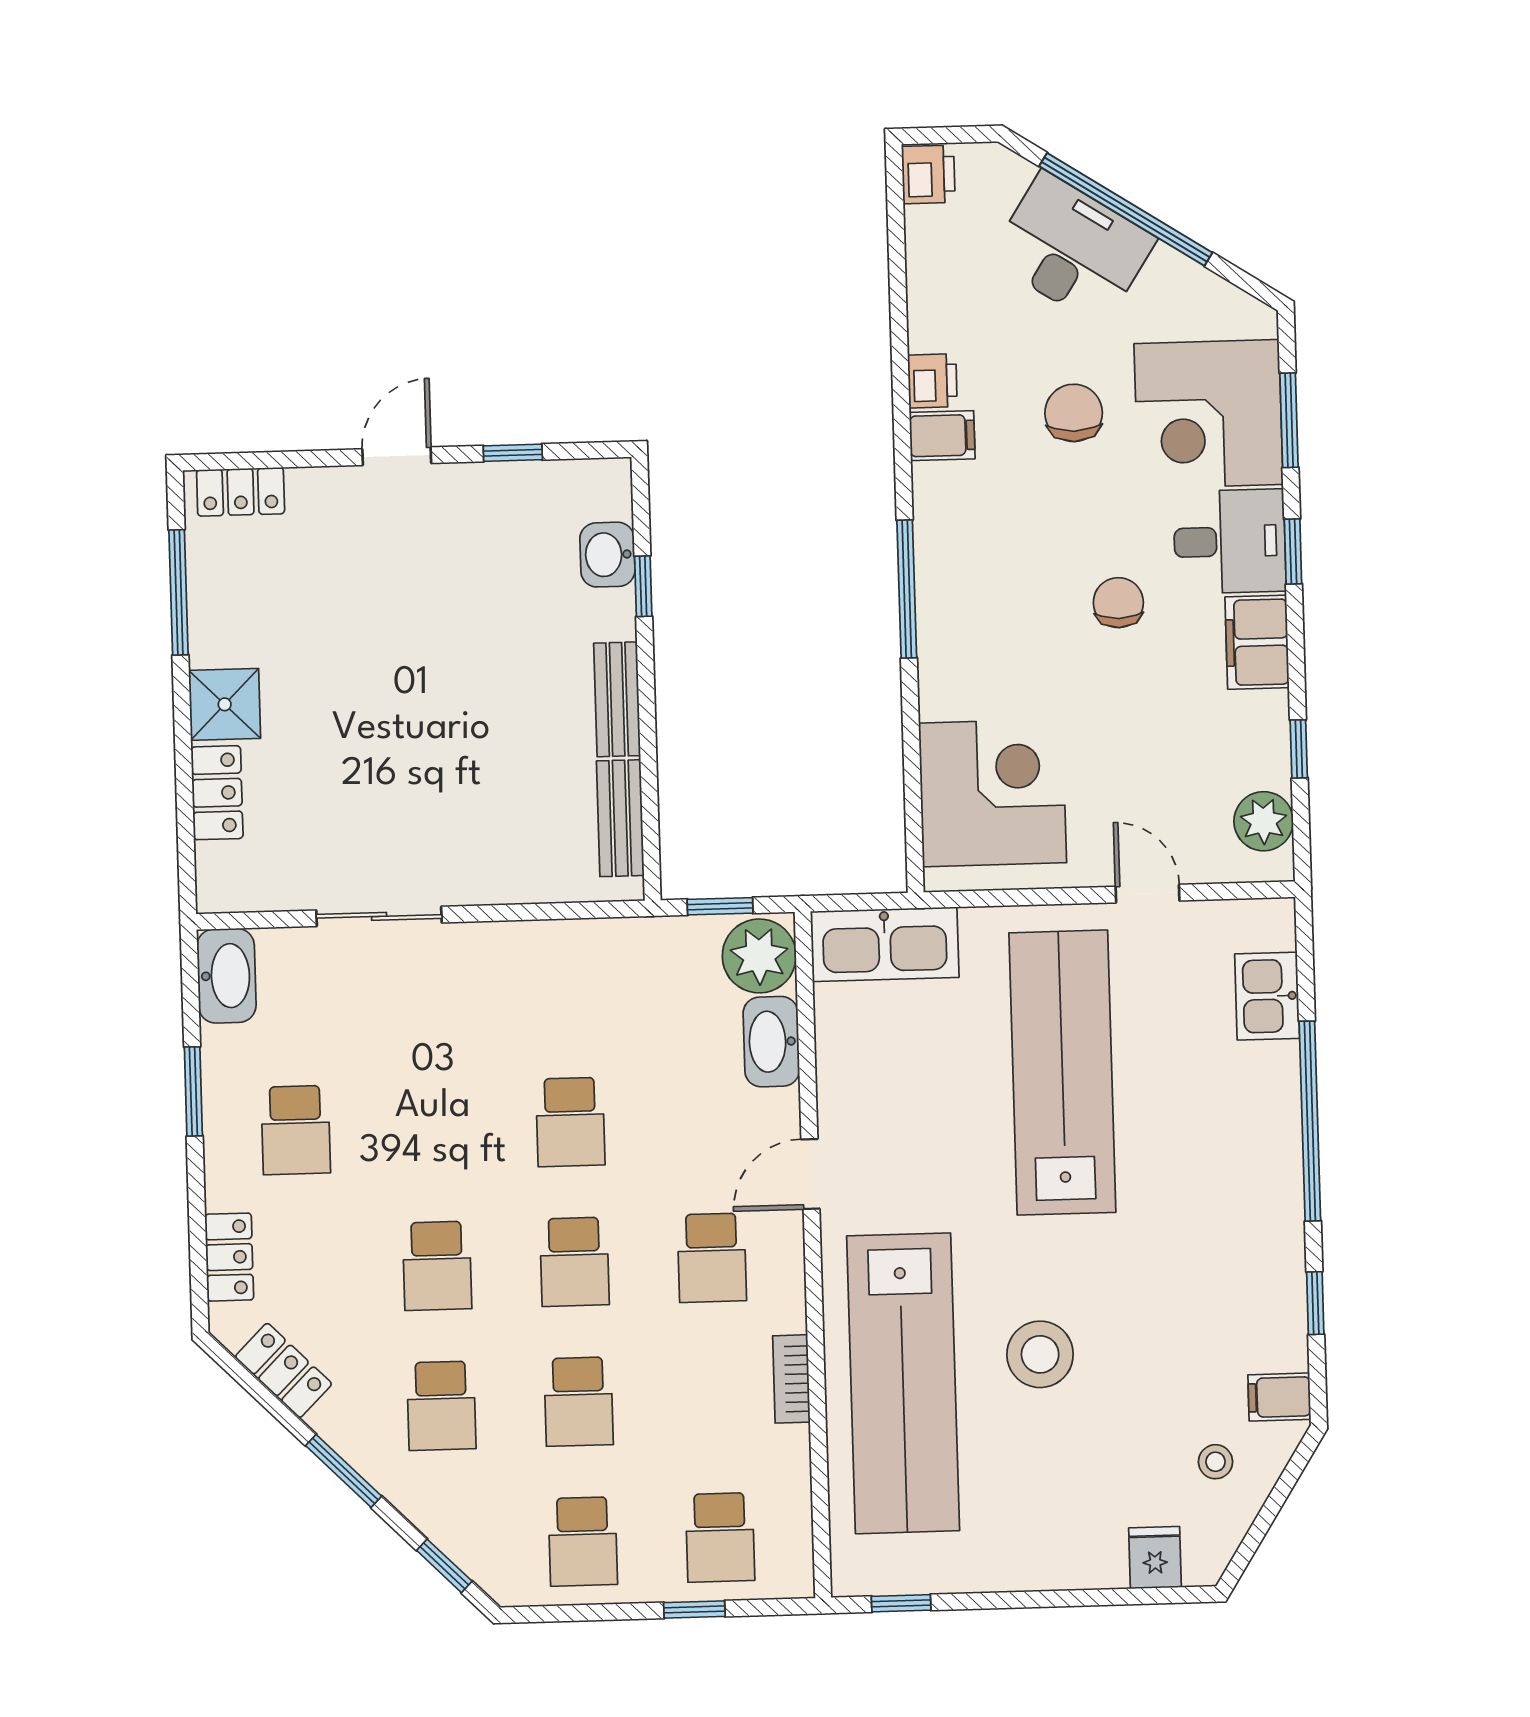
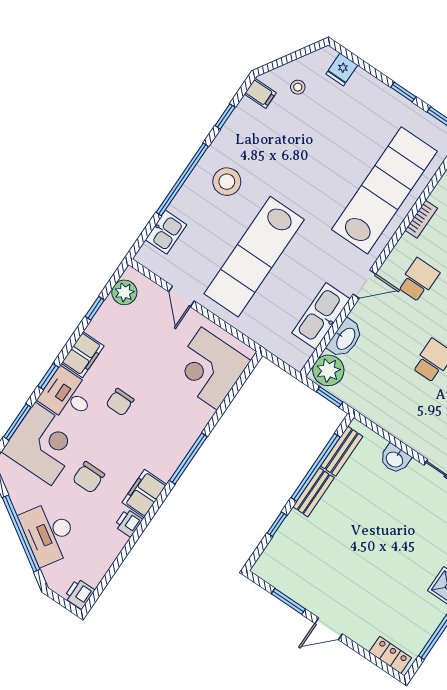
filing cabinet: (942, 436) -> (144, 494), width x2.00
window: (513, 453) -> (288, 601), width x1.50
washbasin: (607, 555) -> (395, 459), moved, turned 90
window: (648, 750) -> (316, 467), added
kitchen sink: (885, 944) -> (321, 316), moved, turned -90
stool: (1040, 1354) -> (227, 182), moved
window: (1004, 1600) -> (403, 92), added

